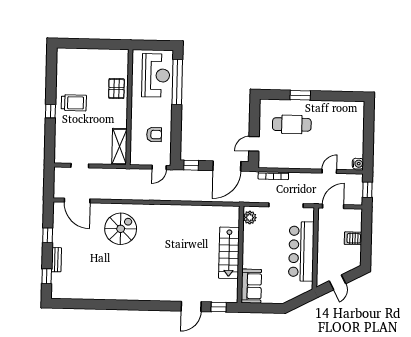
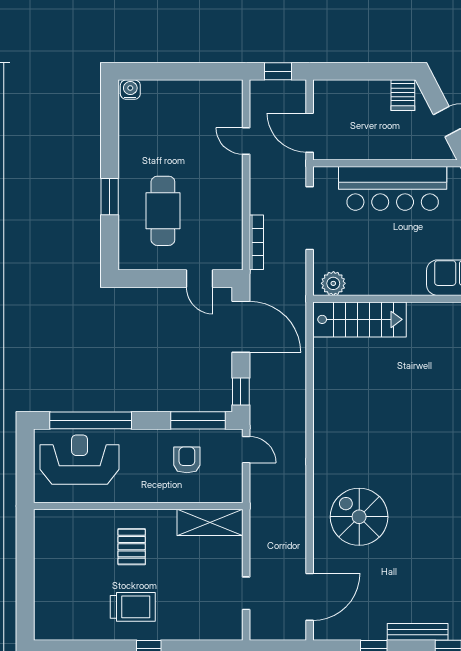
pallet: (116, 89) -> (132, 547), moved, turned 90
trolley: (74, 103) -> (133, 607), turned 90
window: (176, 141) -> (198, 420), added
water cooler: (358, 164) -> (130, 90), moved
server rack: (353, 238) -> (403, 95), moved
stairs: (229, 253) -> (359, 319), moved
bench: (56, 260) -> (418, 632), width x1.36

